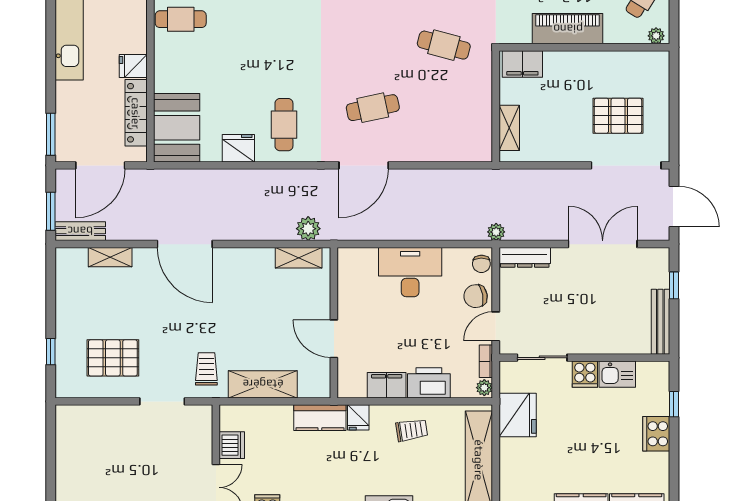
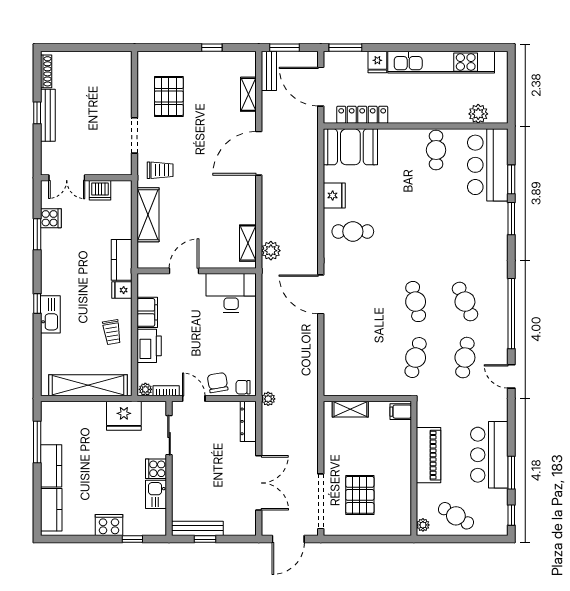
filing cabinet: (522, 64) -> (401, 412), width x0.50
fridge: (133, 66) -> (377, 62), moved, turned 180
cafe table: (373, 108) -> (416, 302), moved
desk: (410, 272) -> (231, 293), moved, turned -90
window: (674, 285) -> (205, 539), moved
window: (51, 352) -> (212, 48), moved

